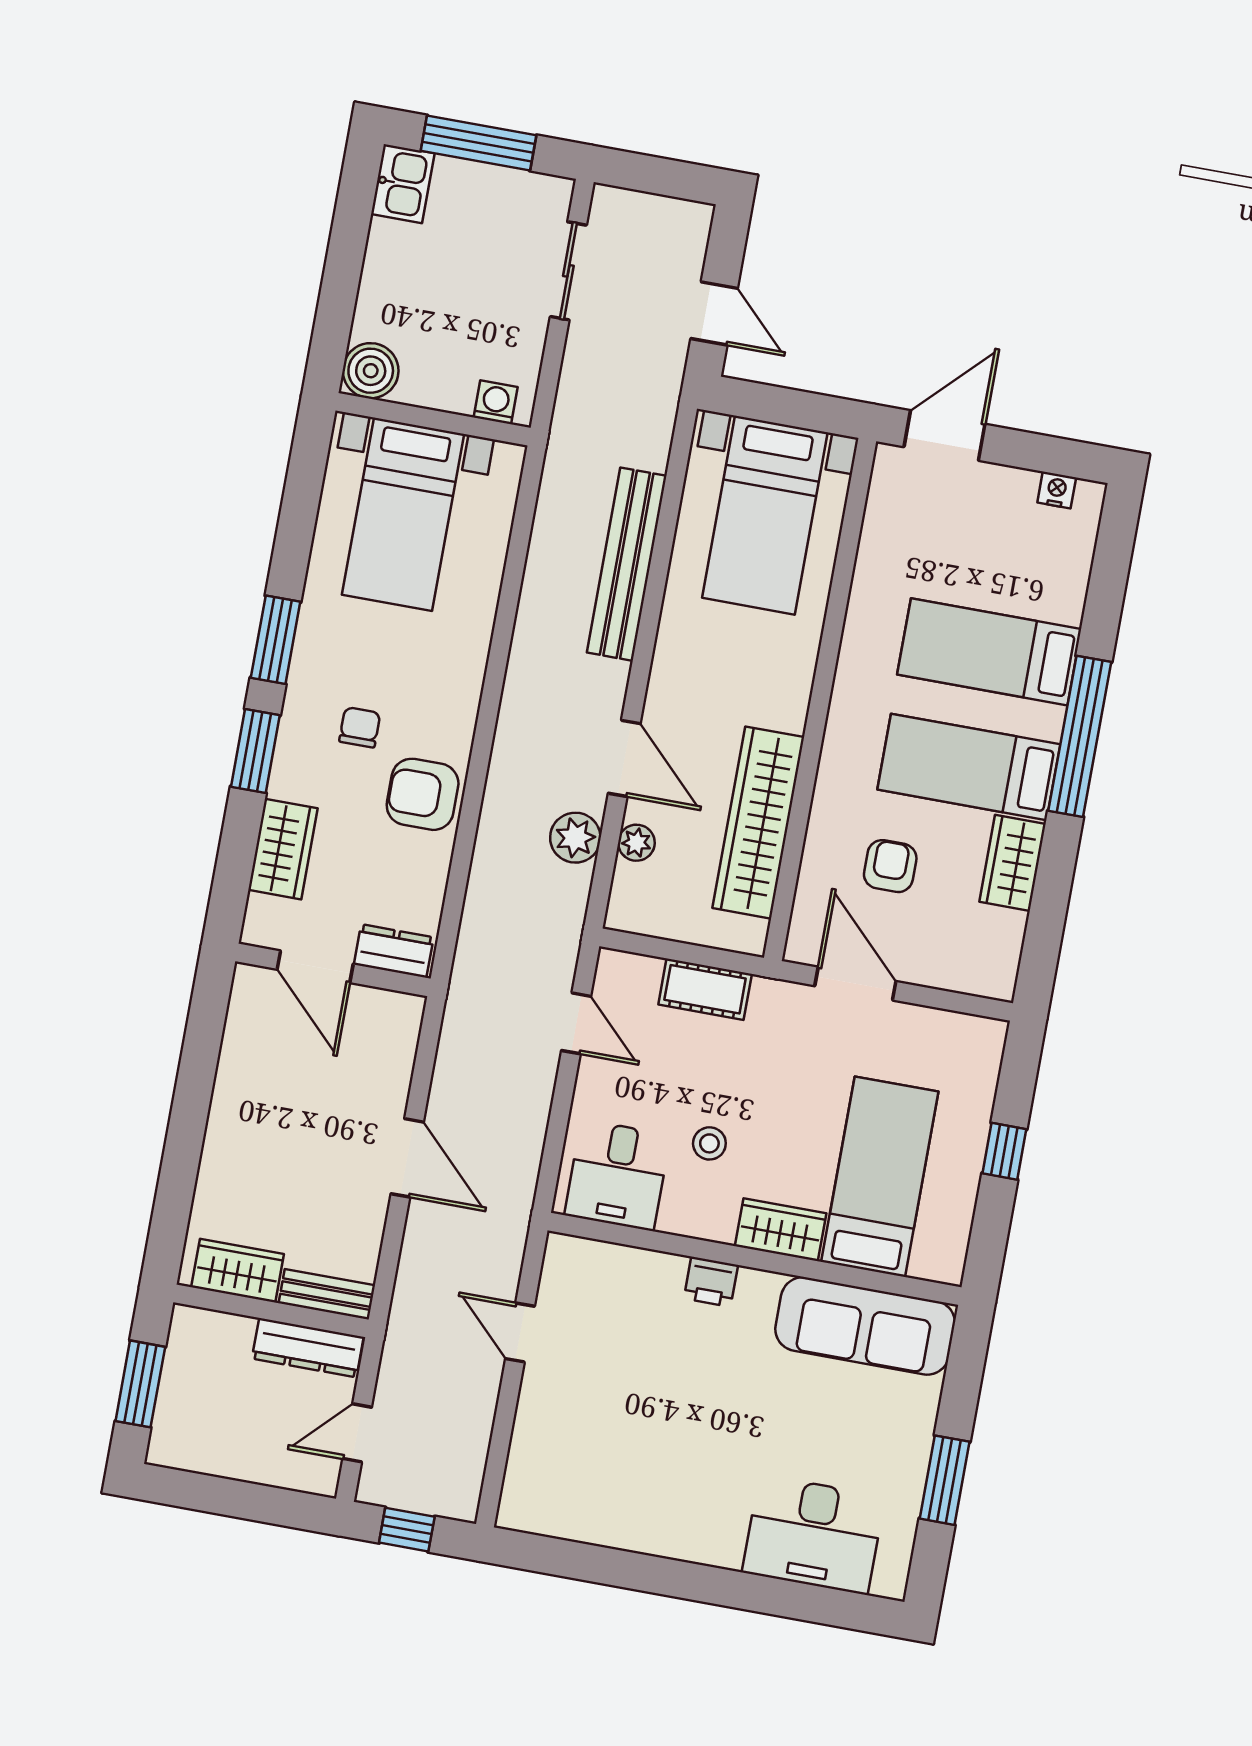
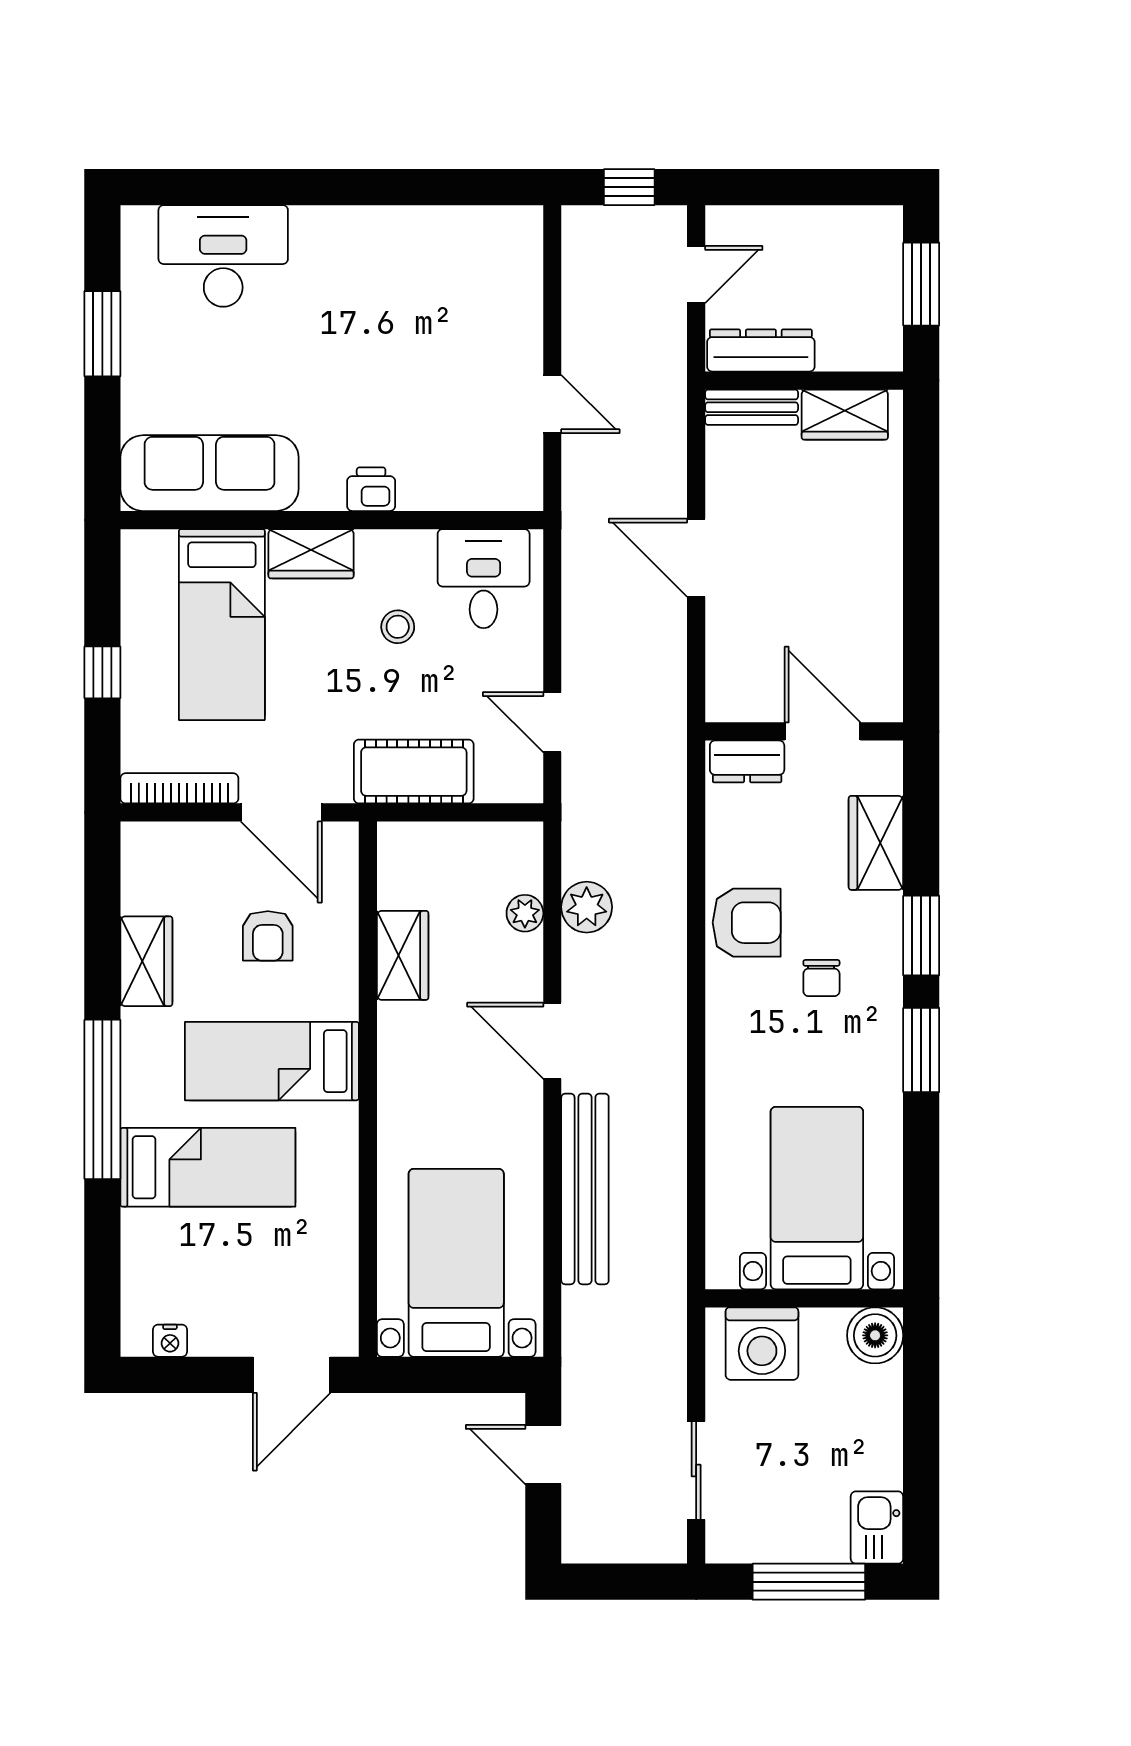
washing machine: (496, 402) -> (762, 1344), width x1.89, depth x1.89
door: (624, 758) -> (552, 1041), moved
bed: (969, 767) -> (272, 1061), moved, turned 180
wardrobe: (758, 823) -> (403, 955), width x0.48, depth x0.85
cot: (705, 989) -> (414, 772), width x1.37, depth x1.34
bookcase: (950, 1025) -> (179, 788), added

